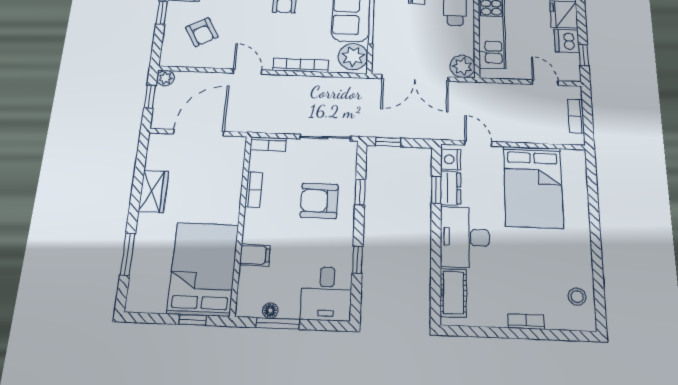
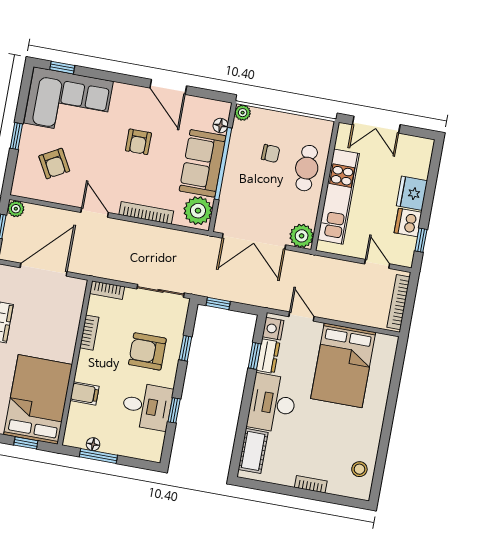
bookcase: (576, 116) -> (399, 302), width x1.56
desk: (326, 293) -> (147, 406), moved, turned -90

